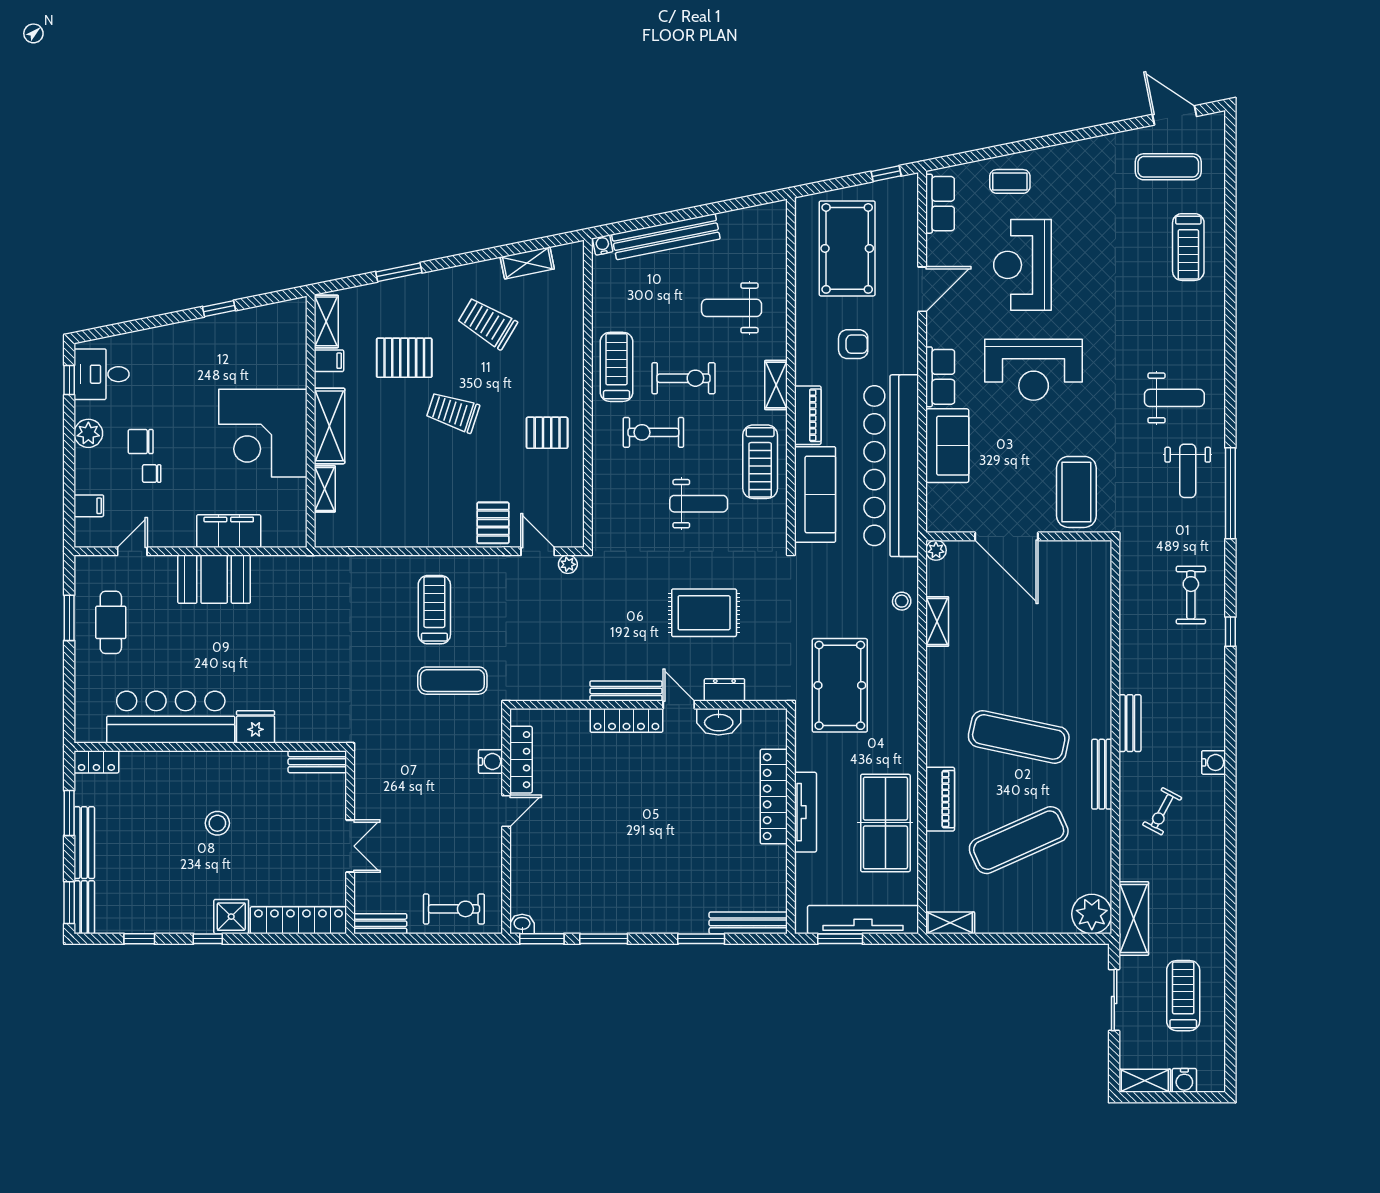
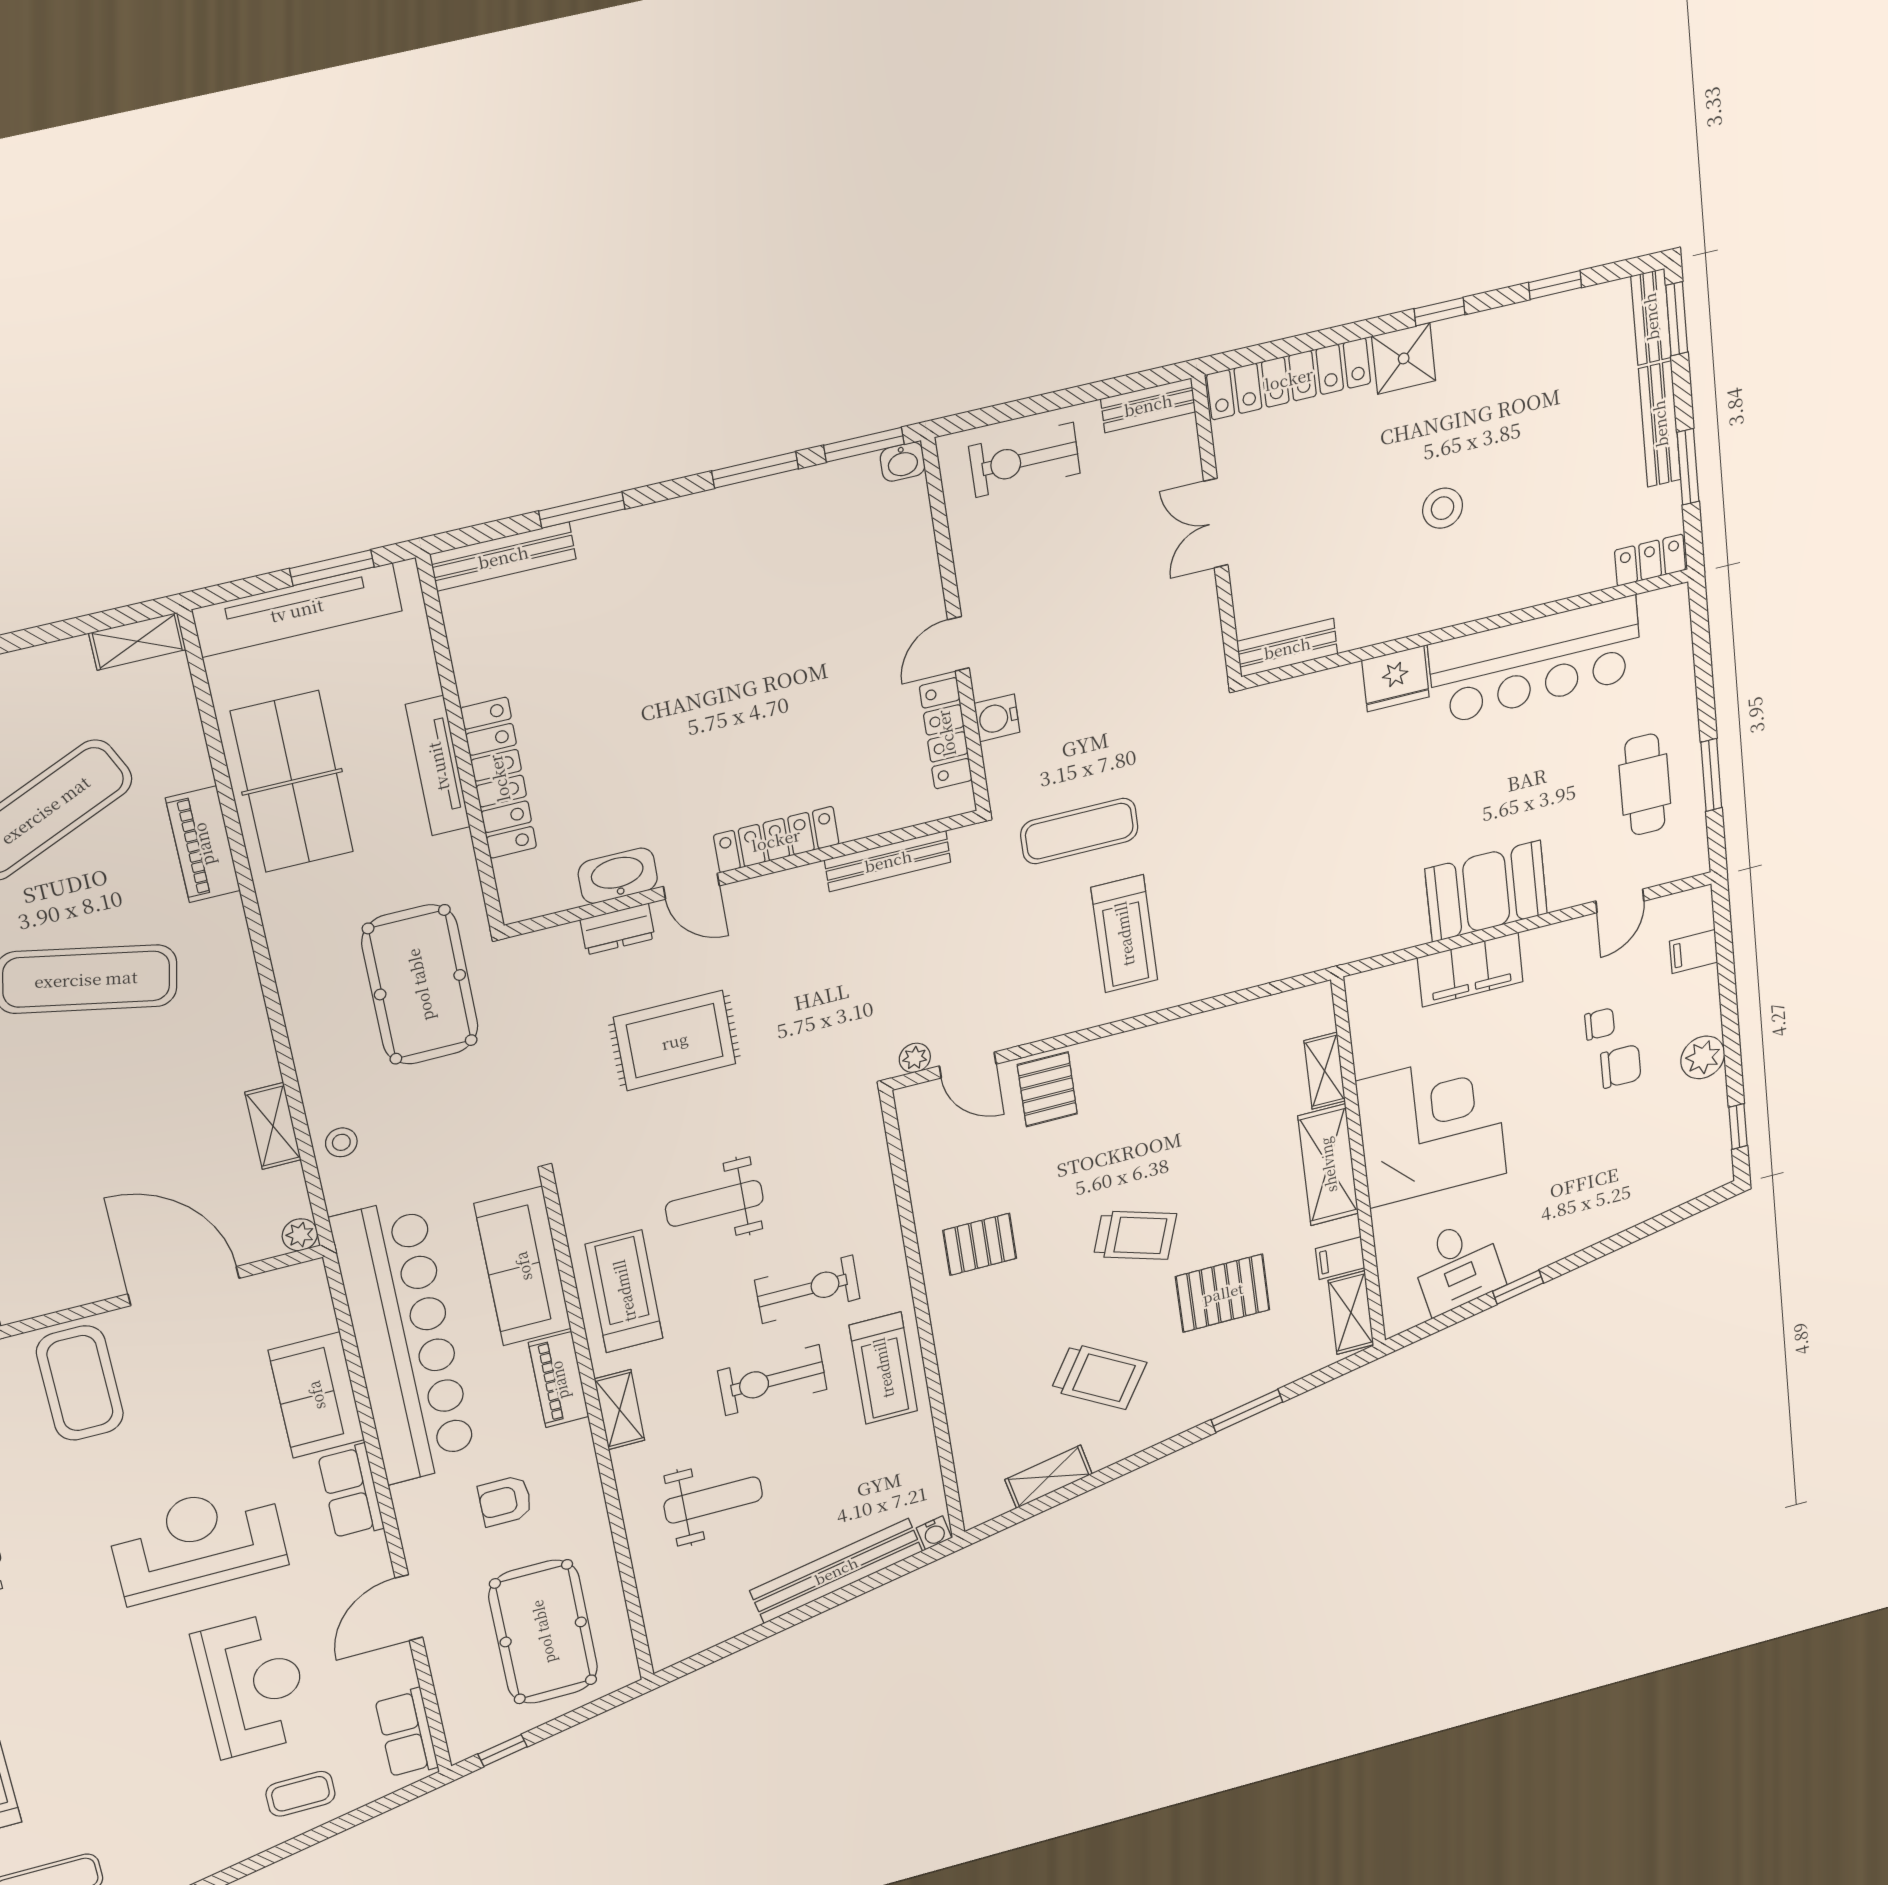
desk: (102, 374) -> (1457, 1266), moved, turned 79
bench: (626, 691) -> (888, 861), moved

